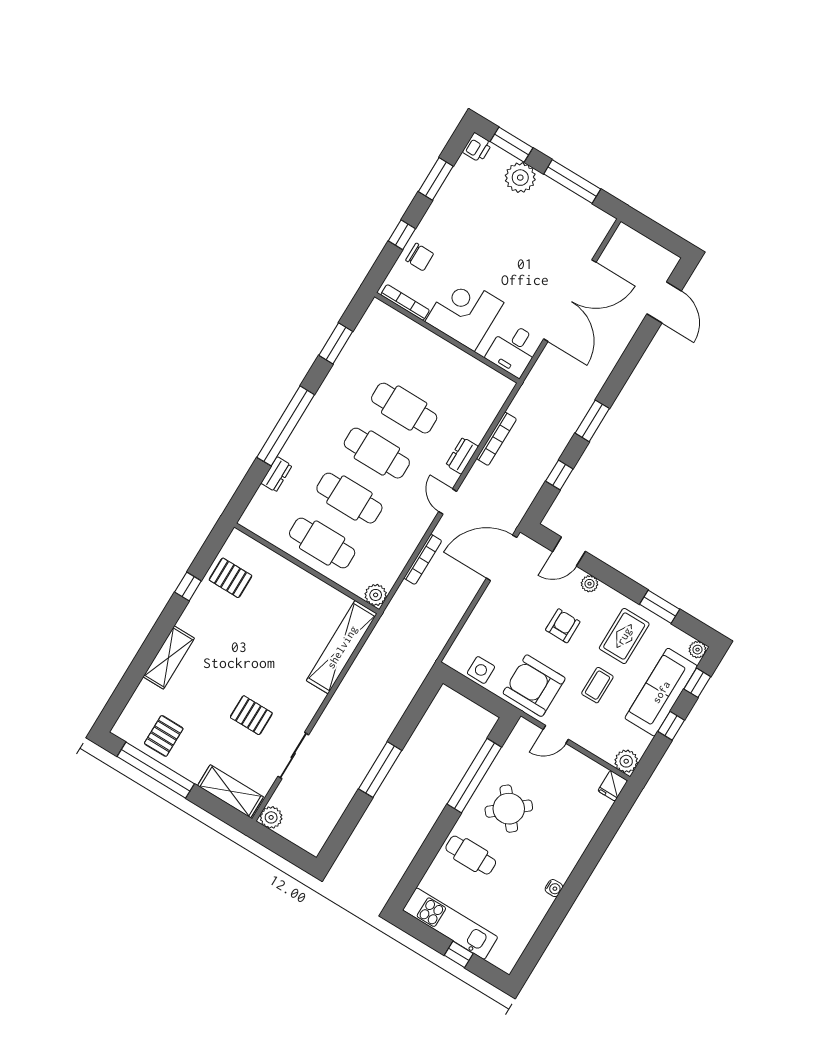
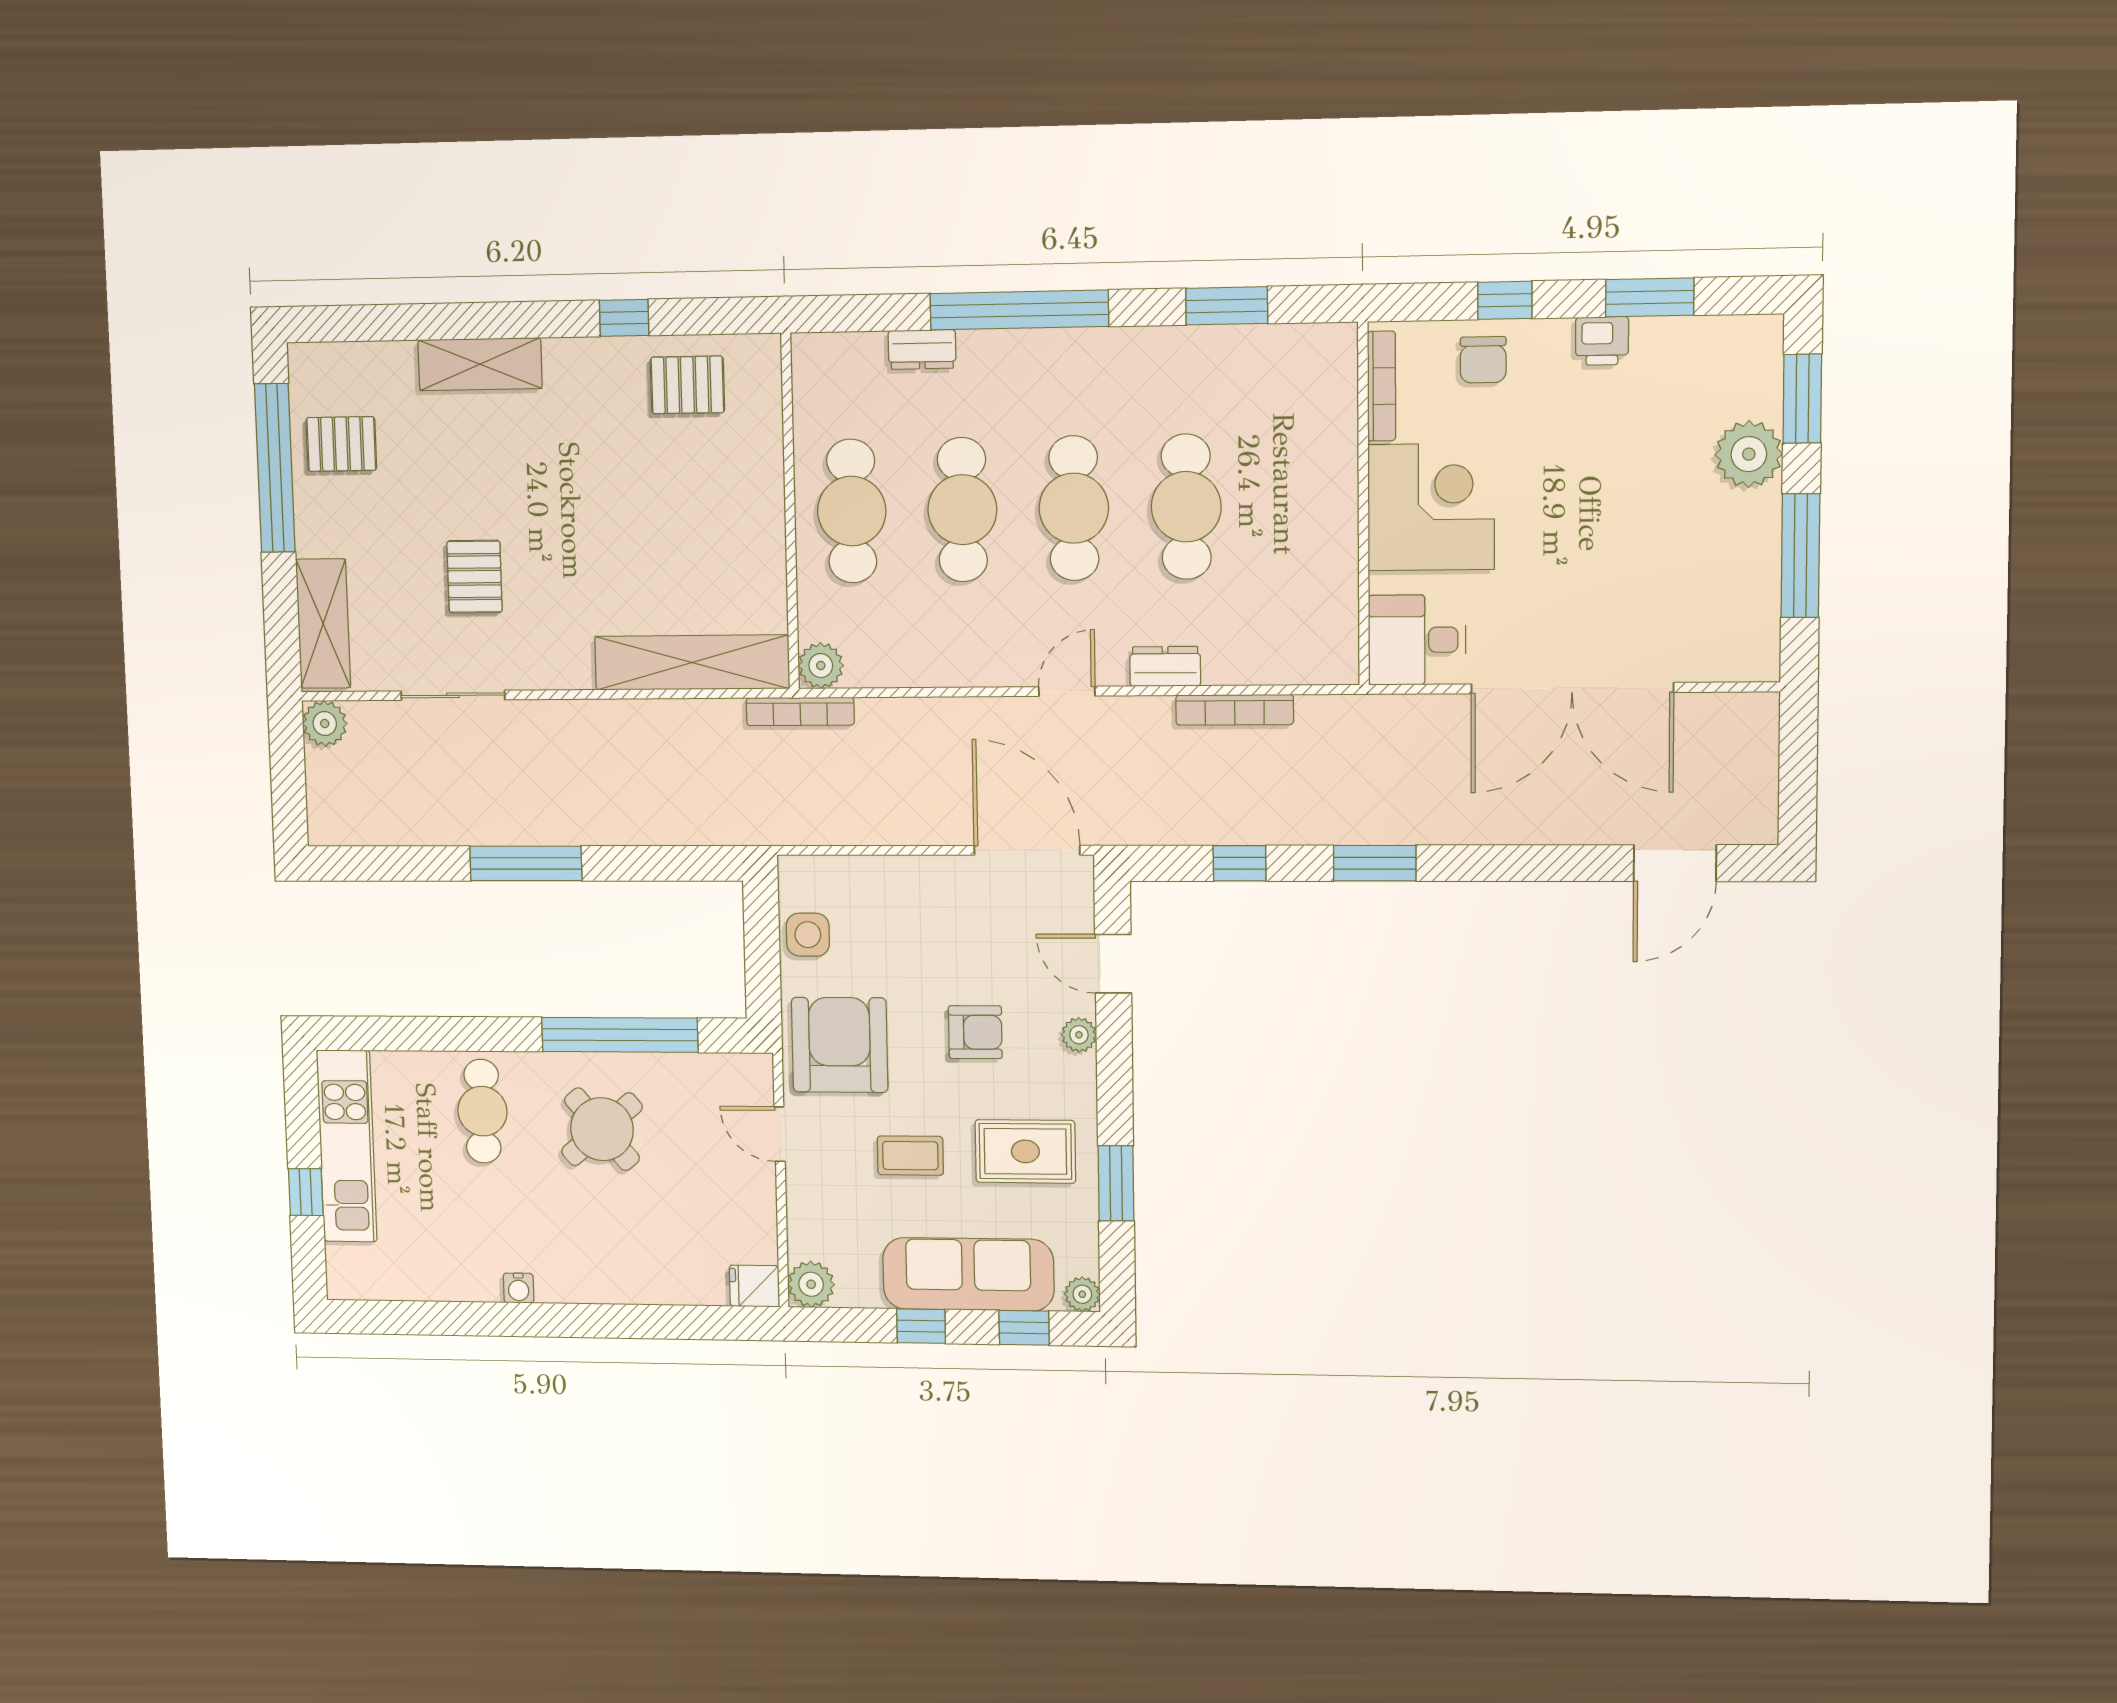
printer: (477, 148) -> (1602, 341), moved
bookcase: (423, 559) -> (800, 711), moved
pallet: (231, 578) -> (687, 385), turned 90

